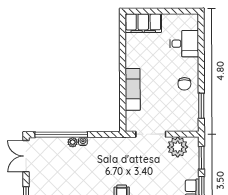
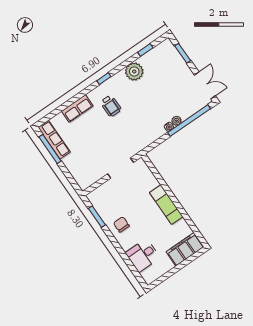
exam couch: (133, 89) -> (166, 205), moved
plant: (178, 147) -> (93, 172), removed
window: (201, 158) -> (69, 177), removed

